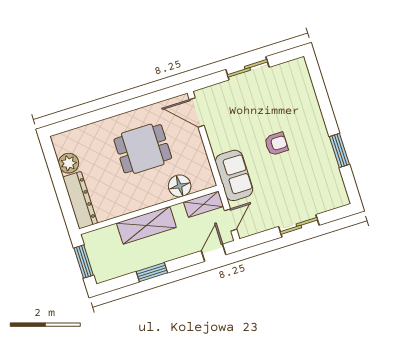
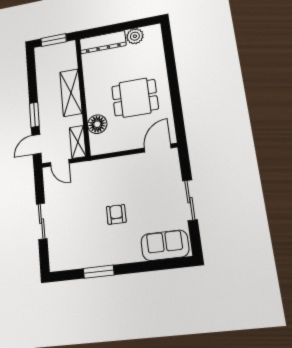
armchair: (276, 144) -> (116, 214), turned 180
dining table: (143, 149) -> (135, 98), turned 90
sofa: (234, 175) -> (165, 245), moved, turned 180
door: (214, 253) -> (36, 144), swing flipped
window: (152, 272) -> (34, 115), moved

